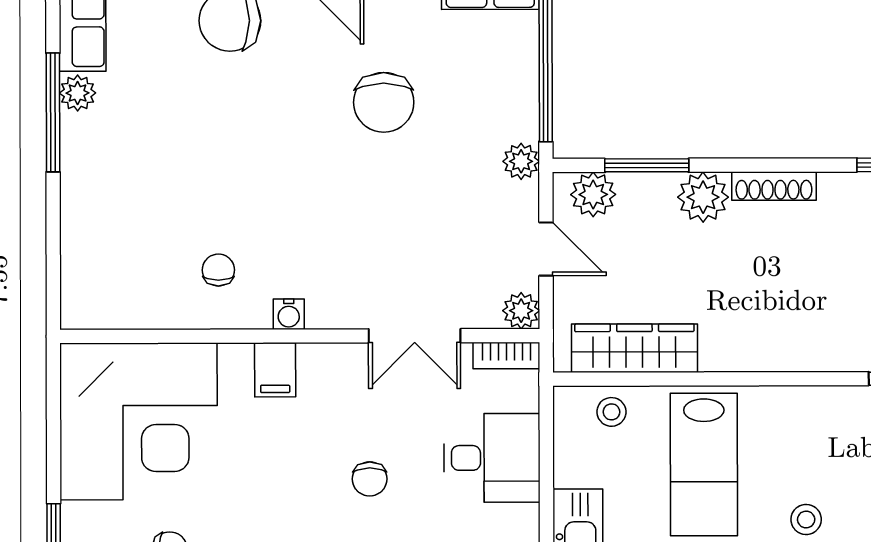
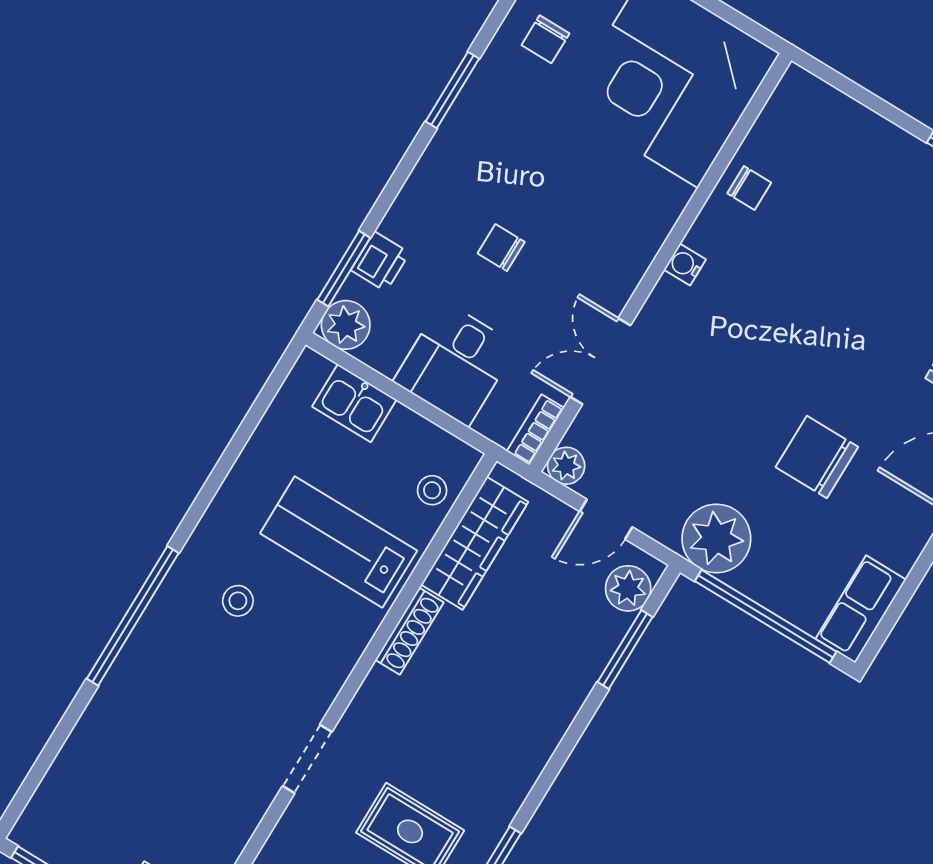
plant: (521, 161) -> (716, 539), width x1.88, depth x1.88
shoe rack: (774, 186) -> (409, 631), moved, turned 180
plant: (703, 197) -> (568, 681), removed
chair: (218, 270) -> (749, 188), moved
filing cabinet: (275, 370) -> (644, 224), removed

